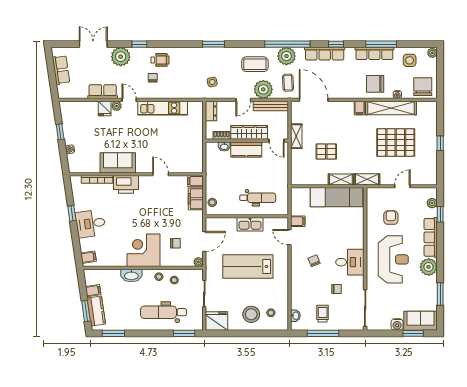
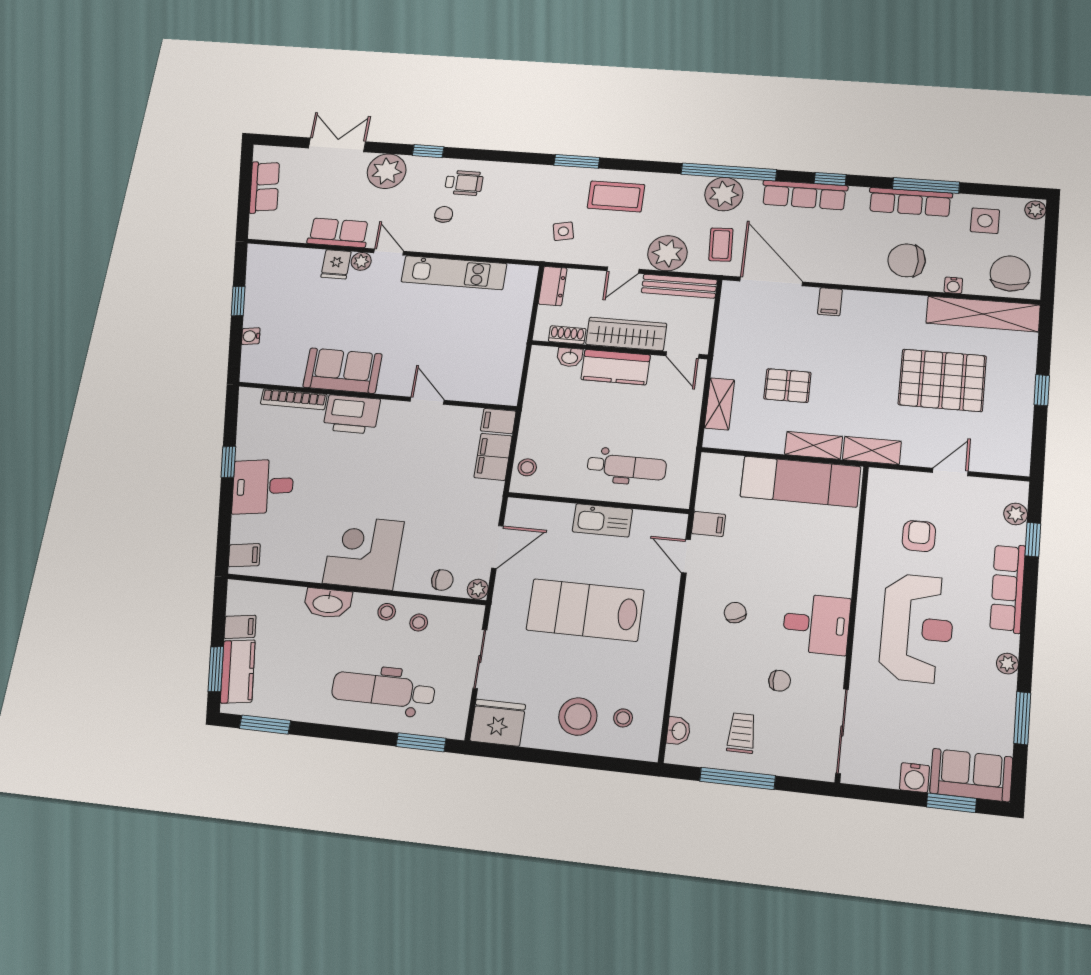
coffee table: (255, 64) -> (616, 196), moved
filing cabinet: (360, 108) -> (830, 302), moved
shelving: (391, 108) -> (983, 314), moved
shelving: (296, 136) -> (720, 404), moved
chair: (175, 243) -> (442, 580), moved
plant: (429, 267) -> (1007, 664), width x0.53, depth x0.53

